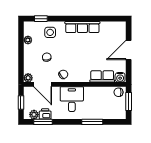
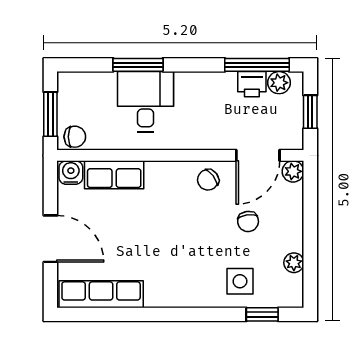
row of seats: (82, 27) -> (101, 294), moved
door: (129, 50) -> (50, 239), hinge flipped
door: (43, 84) -> (258, 155), swing flipped
desk: (72, 99) -> (146, 102), moved, turned 180
window: (43, 122) -> (257, 65), width x1.44

